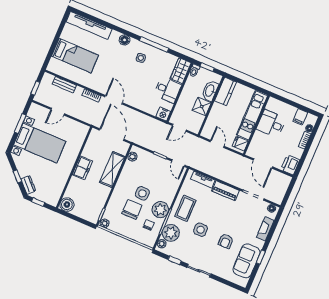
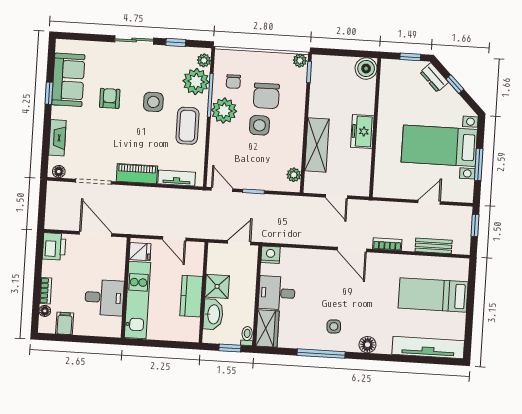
kitchen counter: (225, 91) -> (191, 296), moved
door: (112, 135) -> (336, 197), width x0.53

